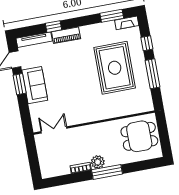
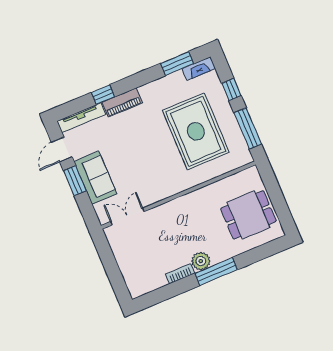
wall: (94, 123) -> (178, 195), moved
double door: (54, 130) -> (127, 217), moved

